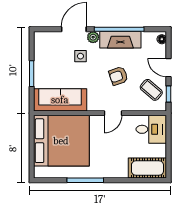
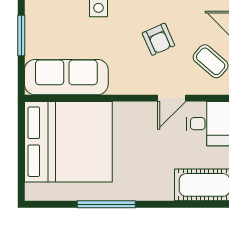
armchair: (118, 76) -> (158, 39), turned -95
door: (113, 113) -> (172, 98), moved

